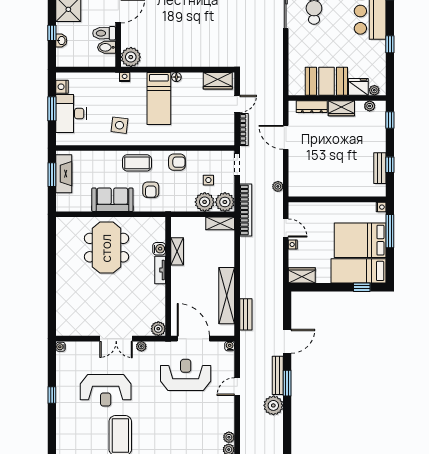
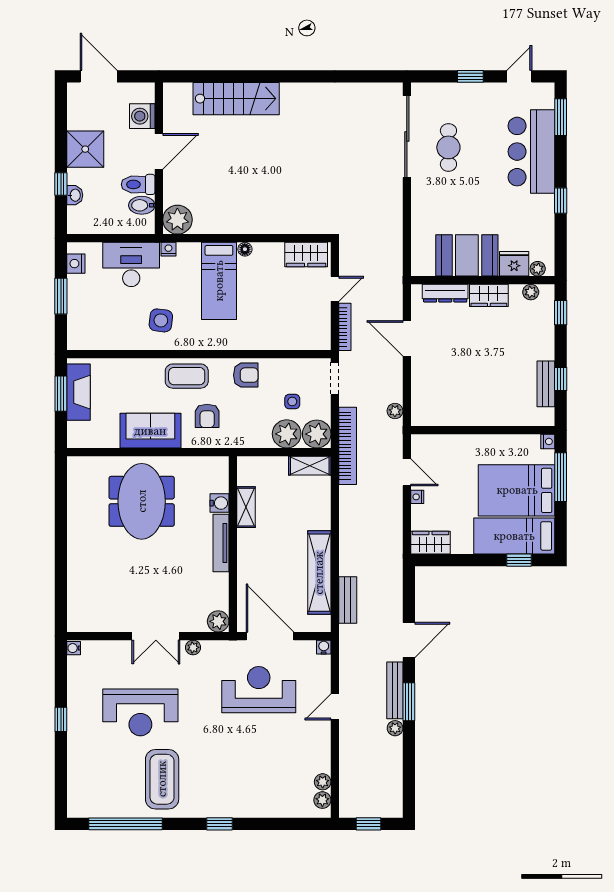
desk: (71, 114) -> (131, 264), moved, turned 90
tv unit: (160, 270) -> (221, 543), width x1.41
plant: (273, 405) -> (395, 728), width x0.53, depth x0.53

